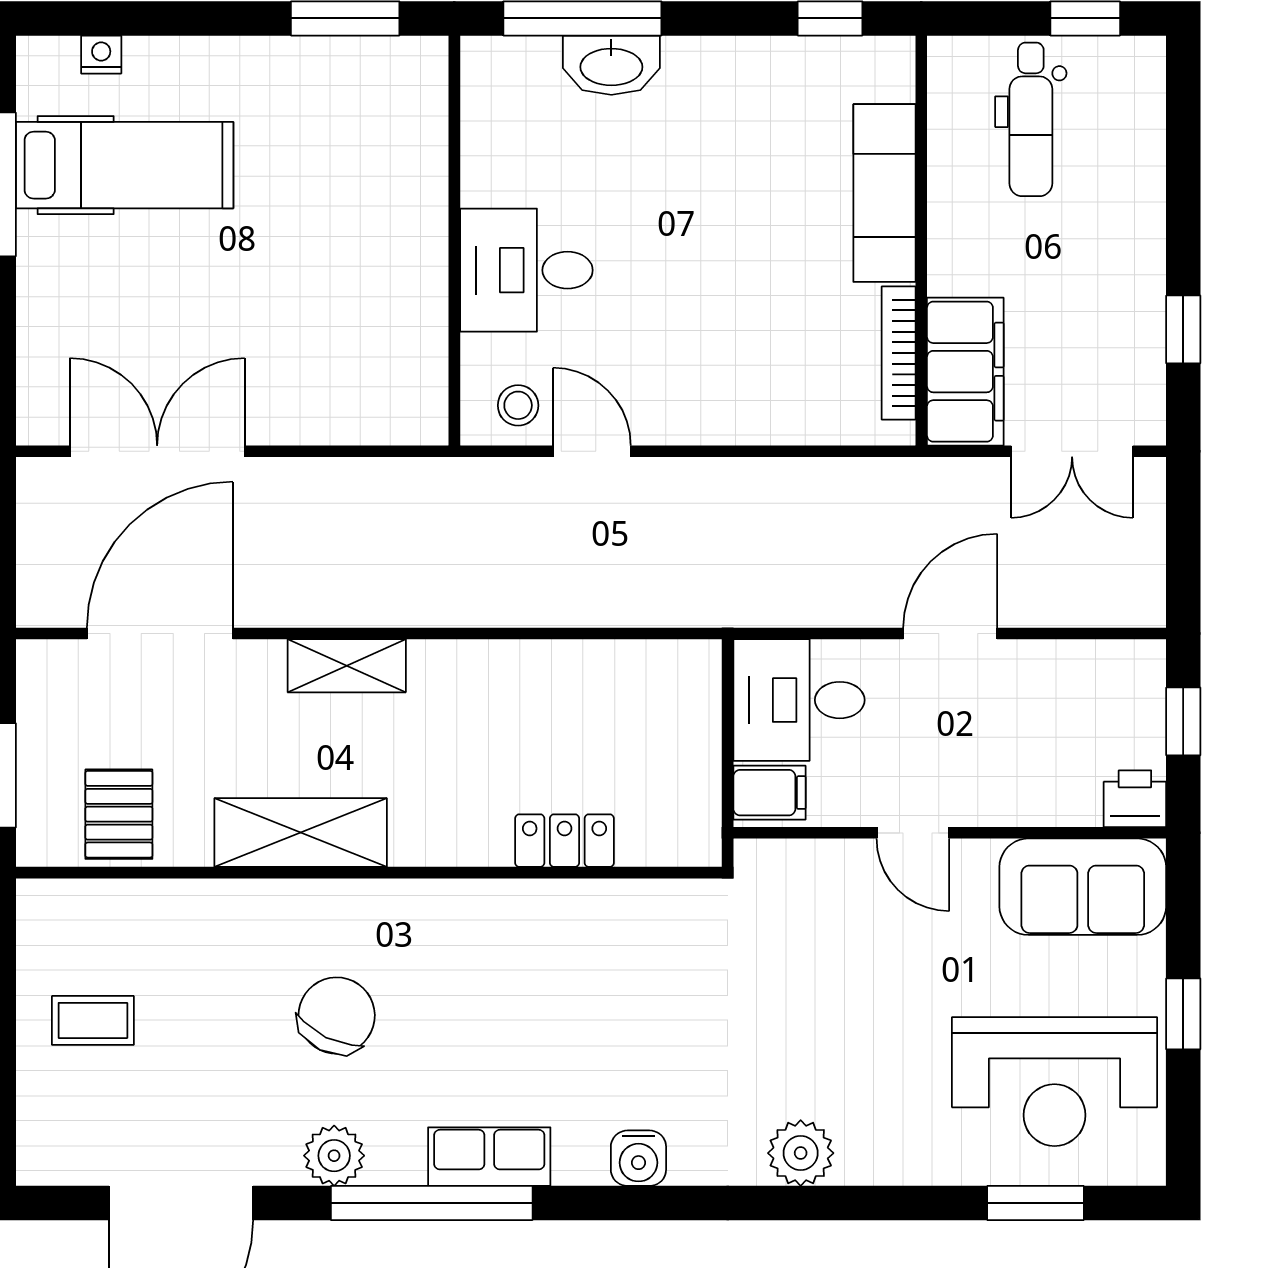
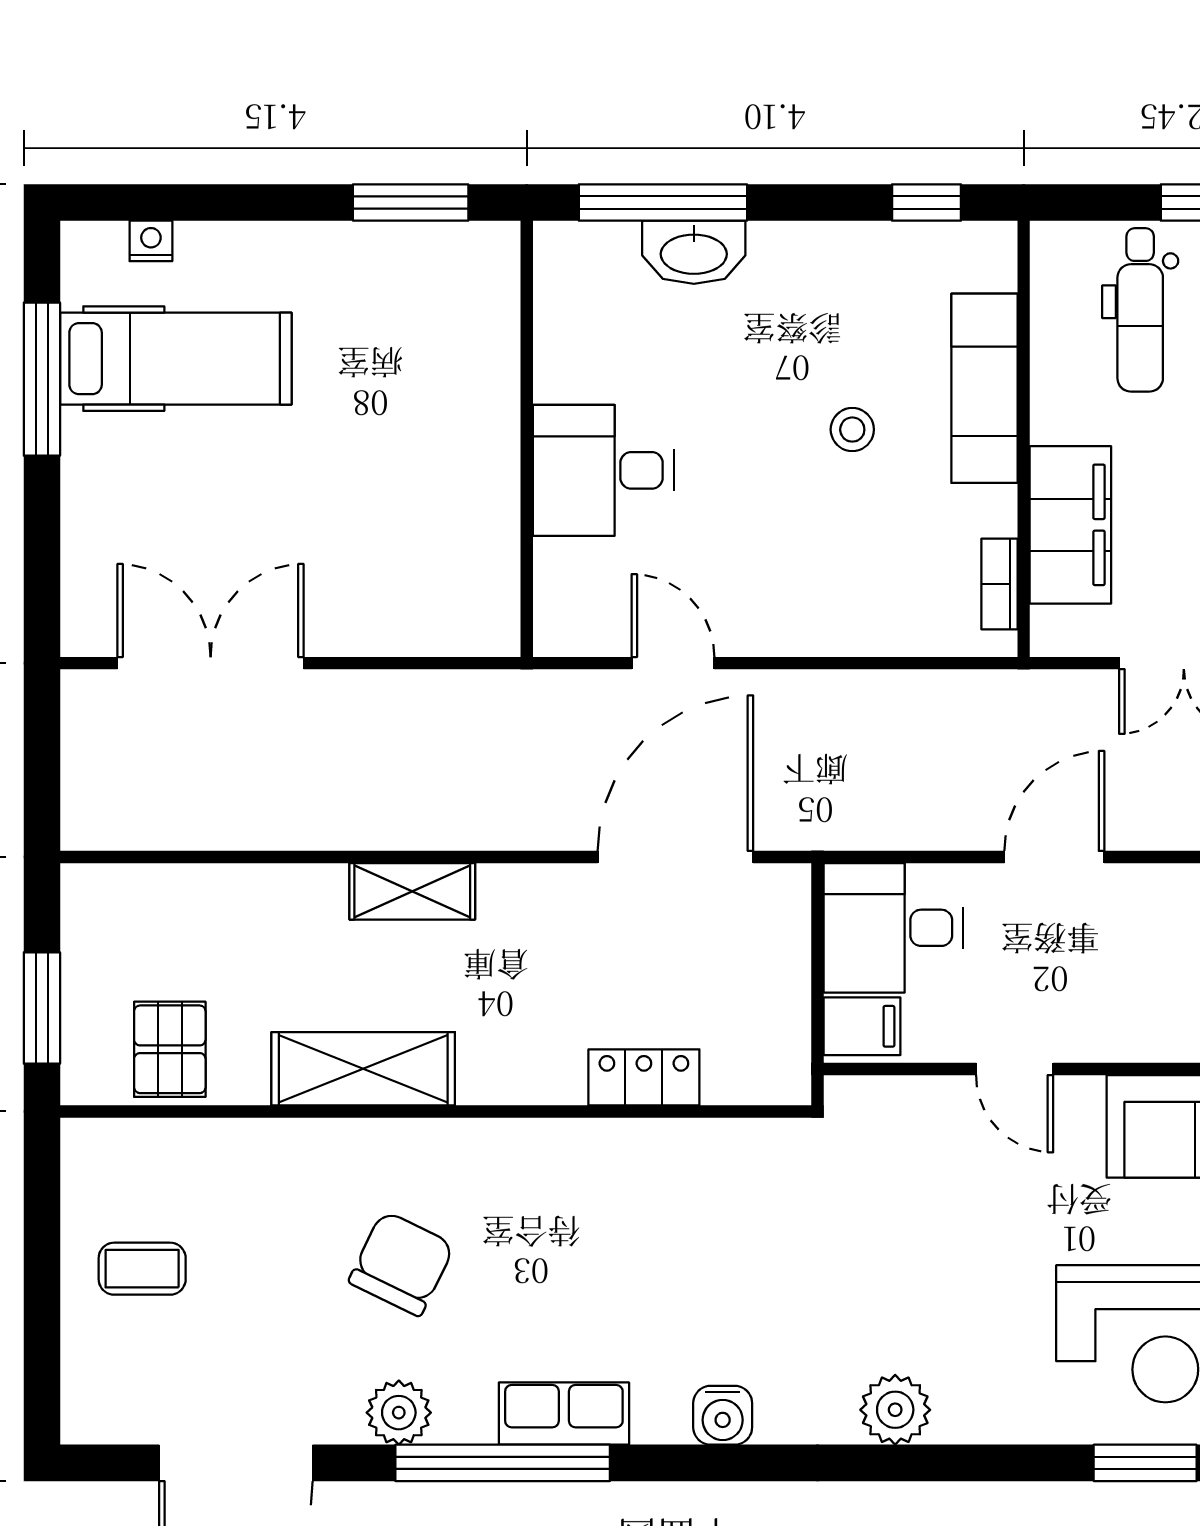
bookcase: (899, 353) -> (999, 584), width x0.64
filing cabinet: (965, 372) -> (1070, 525), moved
stool: (518, 405) -> (852, 430), moved
door: (160, 633) -> (675, 857), moved

